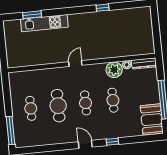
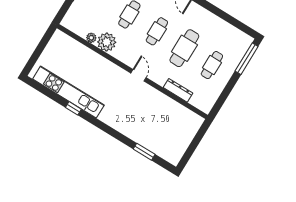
kitchen unit: (44, 23) -> (68, 92), moved, width x1.36
dresser: (144, 63) -> (178, 90), moved
door: (75, 64) -> (138, 75), swing flipped

